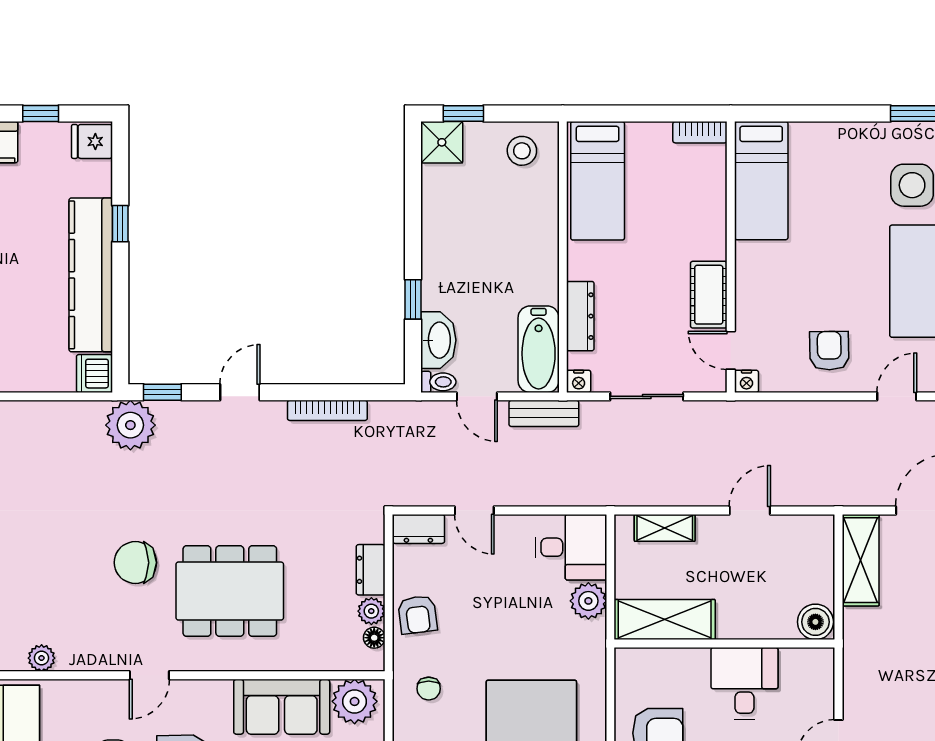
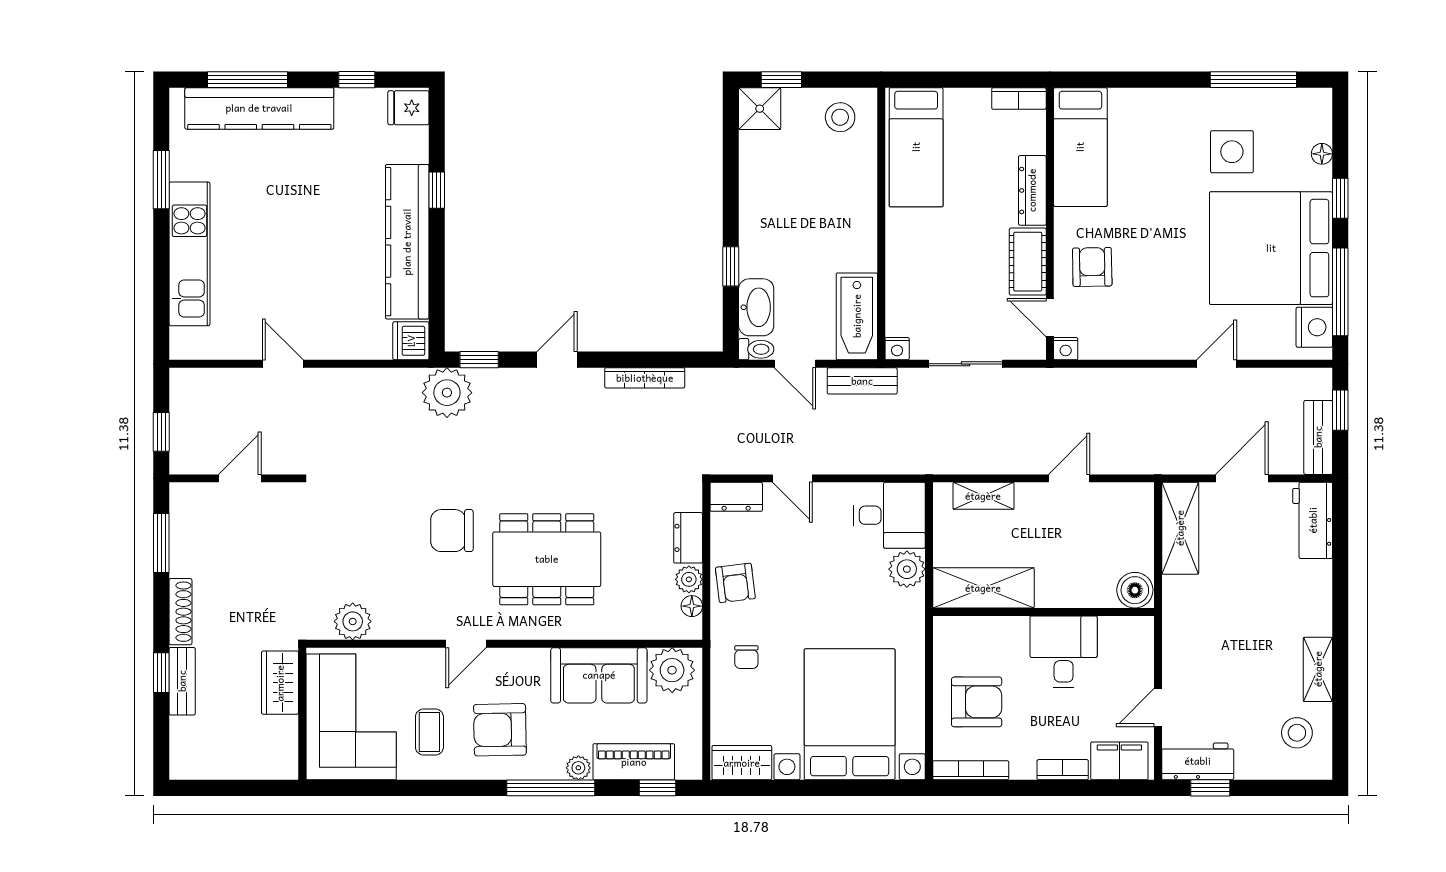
dresser: (580, 316) -> (1032, 190), moved, turned 180
armchair: (829, 351) -> (1092, 267), moved
plant: (42, 658) -> (353, 621), width x1.38, depth x1.38

